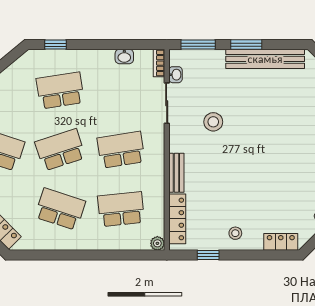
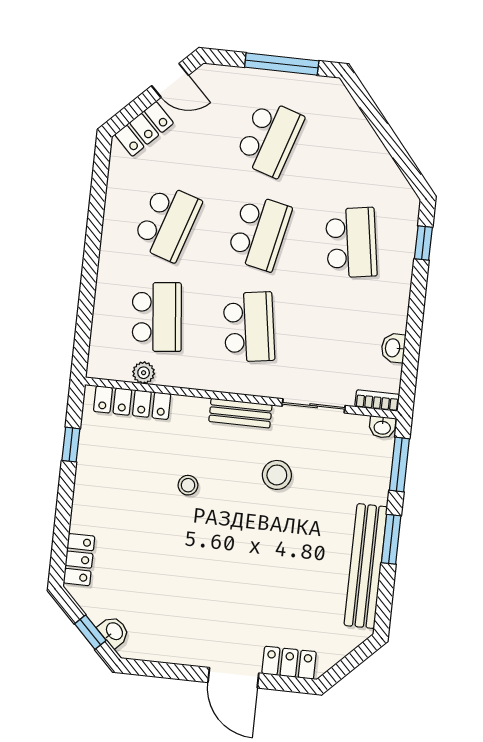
washbasin: (176, 75) -> (382, 427), moved
school desk: (60, 150) -> (259, 233), turned 30
bench: (176, 173) -> (240, 413), moved
stool: (235, 233) -> (188, 485), moved
plant: (157, 243) -> (144, 373), moved

